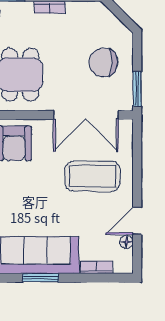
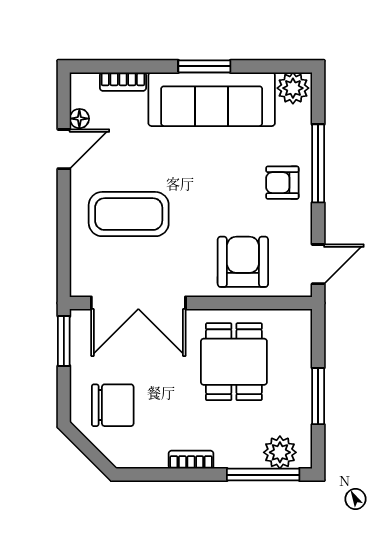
chair: (103, 62) -> (113, 405), moved
double door: (86, 115) -> (138, 303), swing flipped

